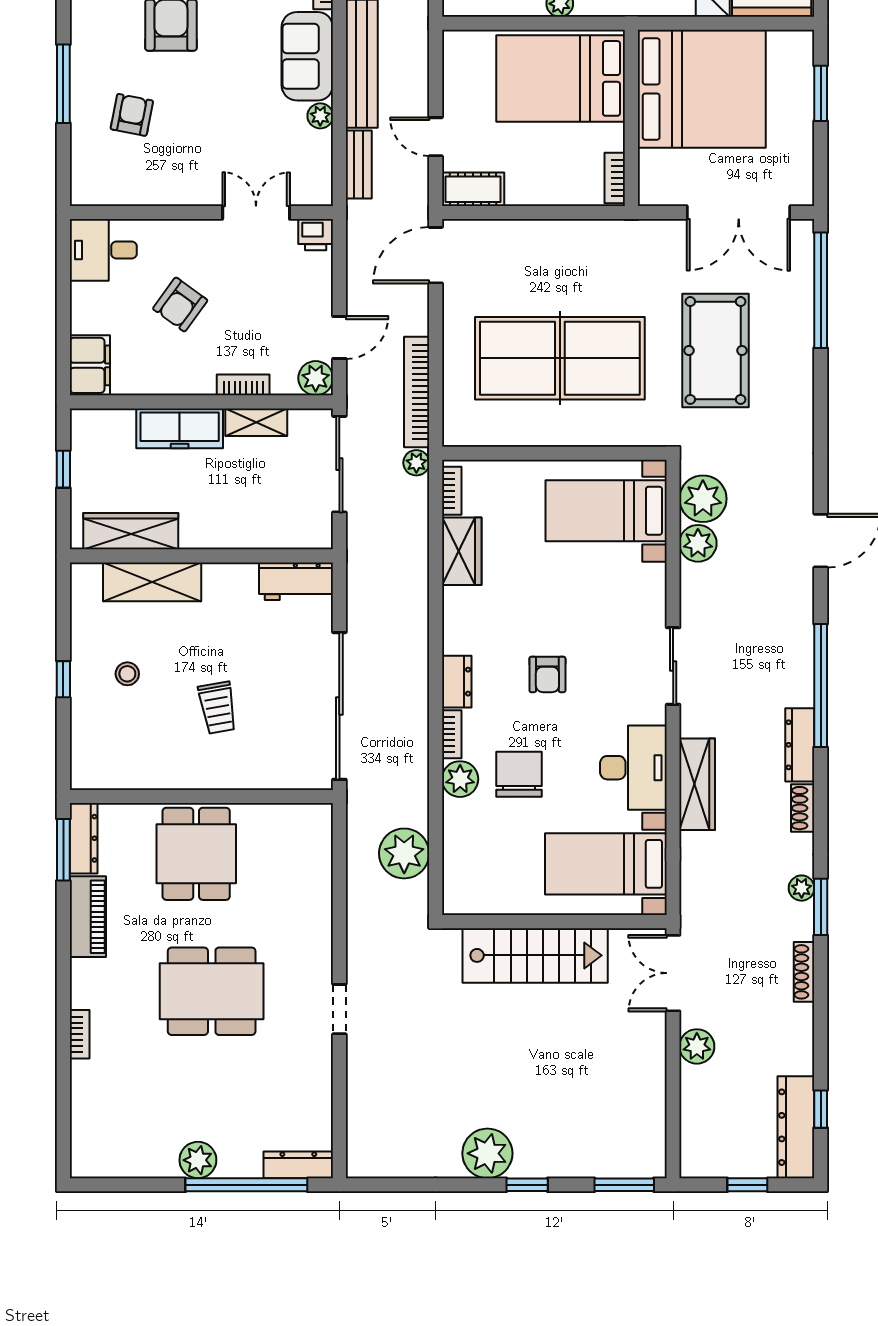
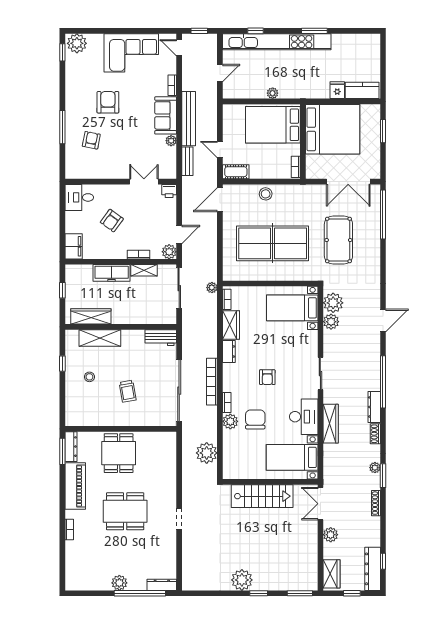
stool: (543, 242) -> (266, 194), added
bookcase: (417, 392) -> (212, 382), moved
window: (63, 679) -> (62, 364), moved
dresser: (457, 682) -> (229, 352), moved
piano: (88, 917) -> (75, 486), width x1.37, depth x1.33
wardrobe: (699, 1139) -> (331, 574), added

